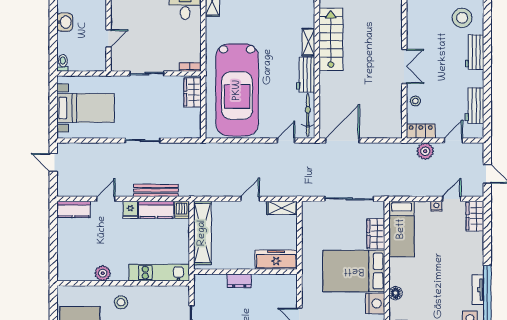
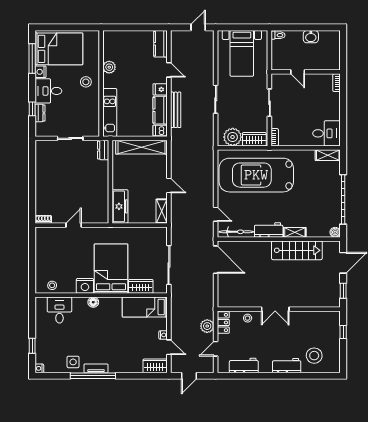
plant: (190, 120) -> (233, 137), added
door: (453, 141) -> (216, 349), swing flipped
dresser: (239, 281) -> (103, 150), moved

